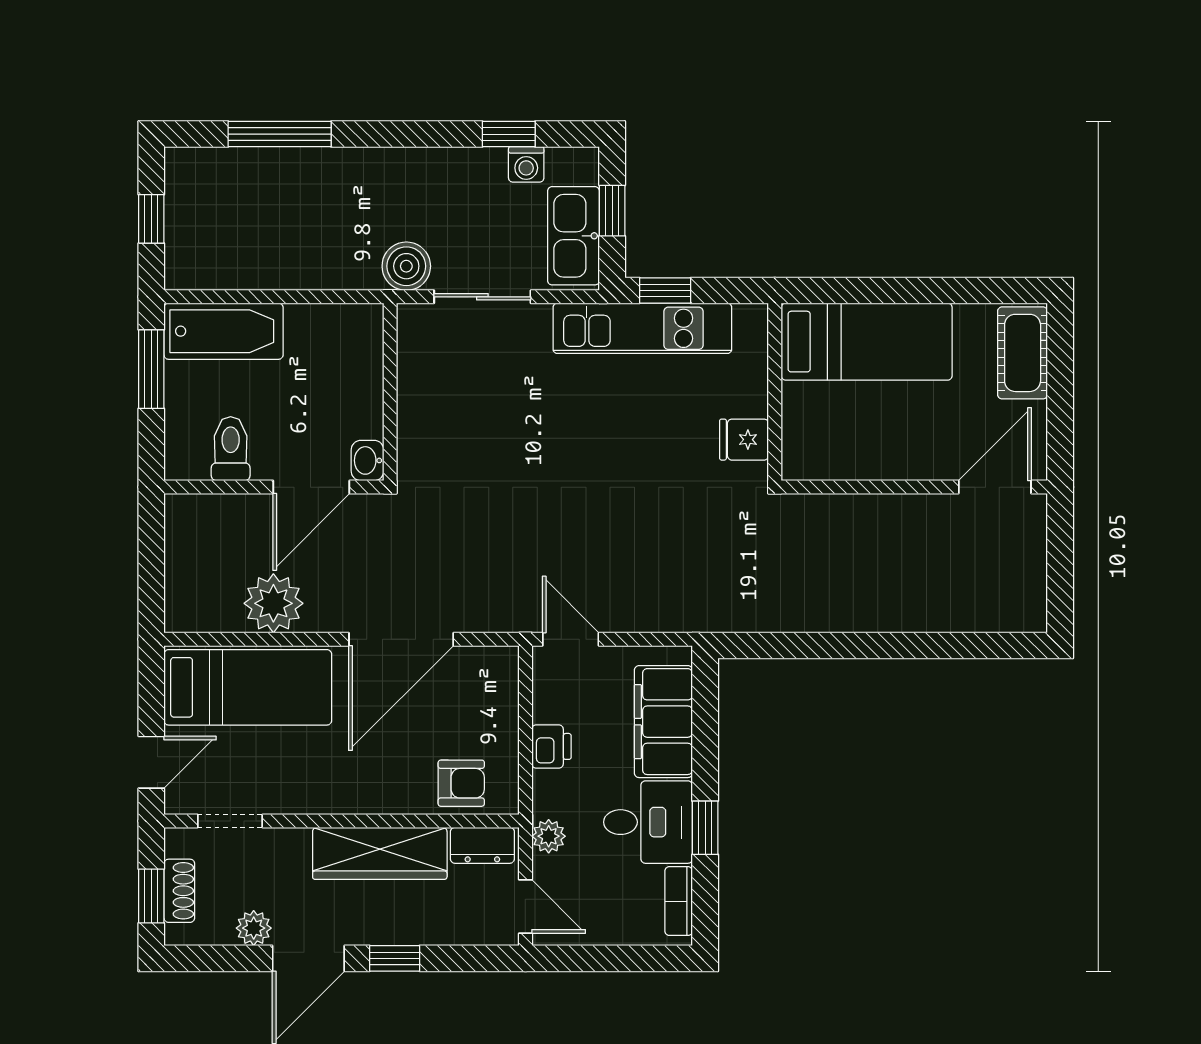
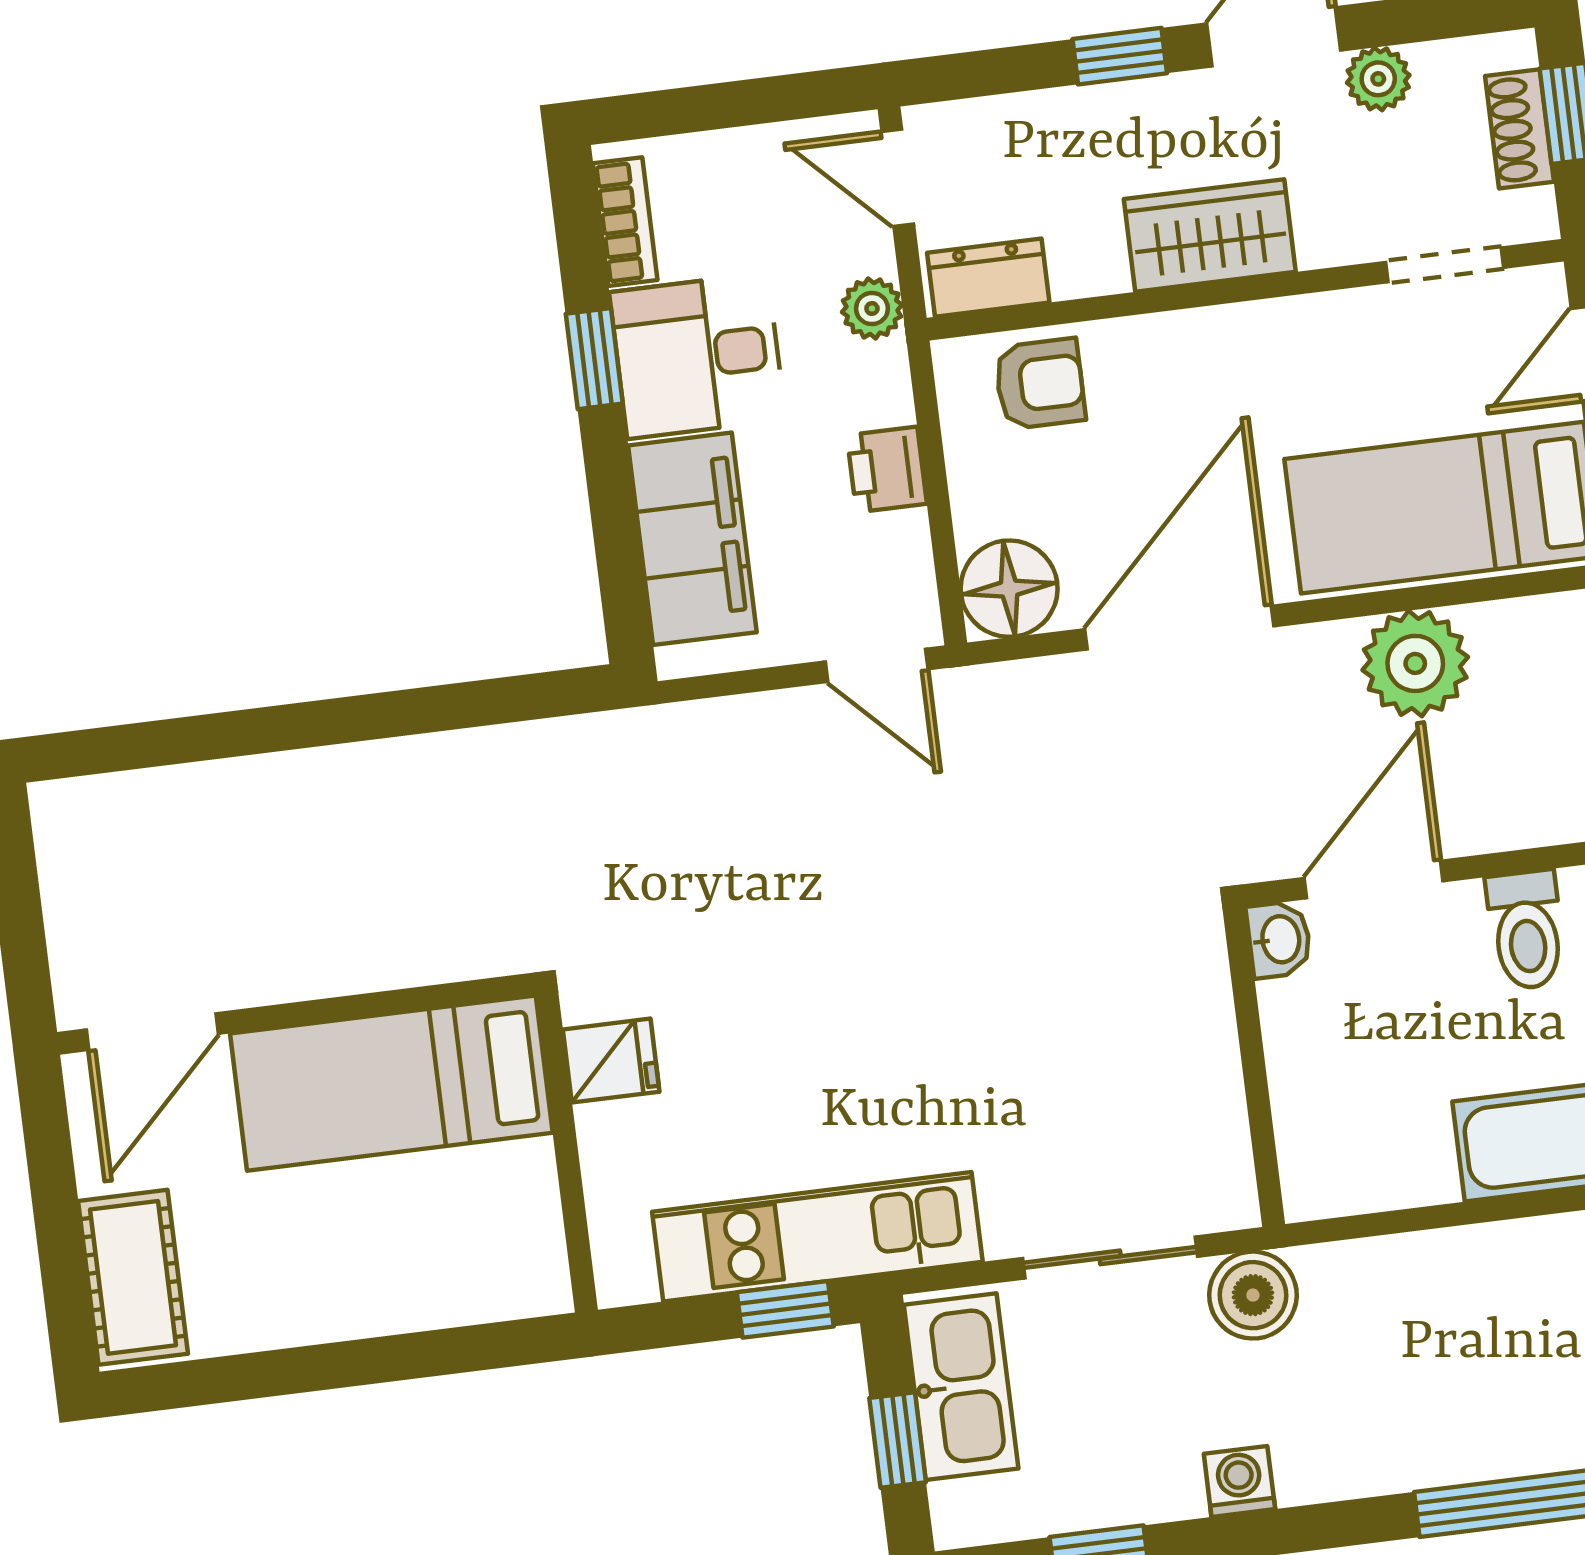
washing machine: (526, 164) -> (1239, 1481), moved
bed: (867, 342) -> (391, 1083), moved
floor lamp: (492, 672) -> (1009, 589), added
armchair: (461, 783) -> (1040, 384), turned 180
wardrobe: (380, 853) -> (1210, 235), width x0.67

